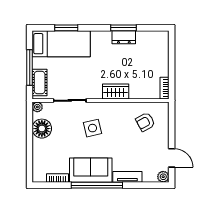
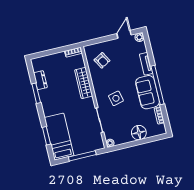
dresser: (124, 37) -> (40, 80), moved
cot: (40, 83) -> (92, 146), removed
wardrobe: (116, 92) -> (84, 83), width x1.50
floor lamp: (42, 129) -> (139, 133), moved

